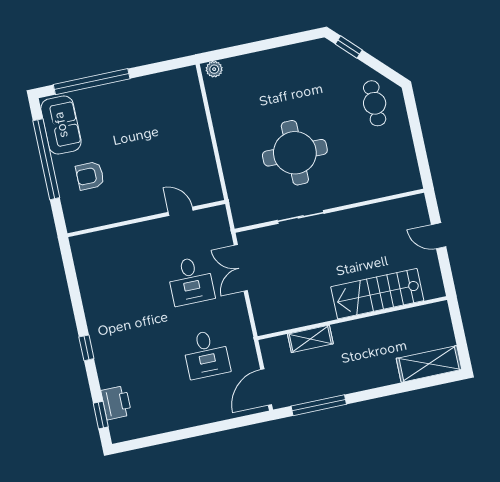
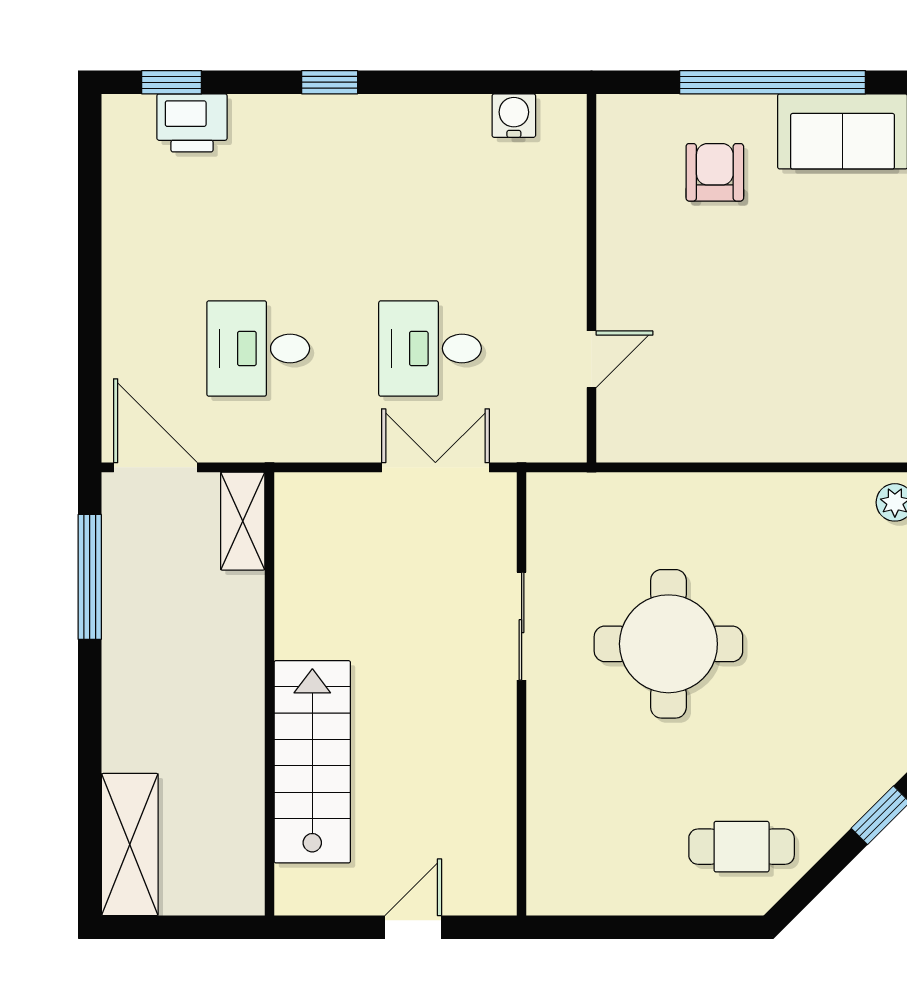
water cooler: (84, 266) -> (514, 116), added
shelving: (310, 339) -> (243, 521), moved

